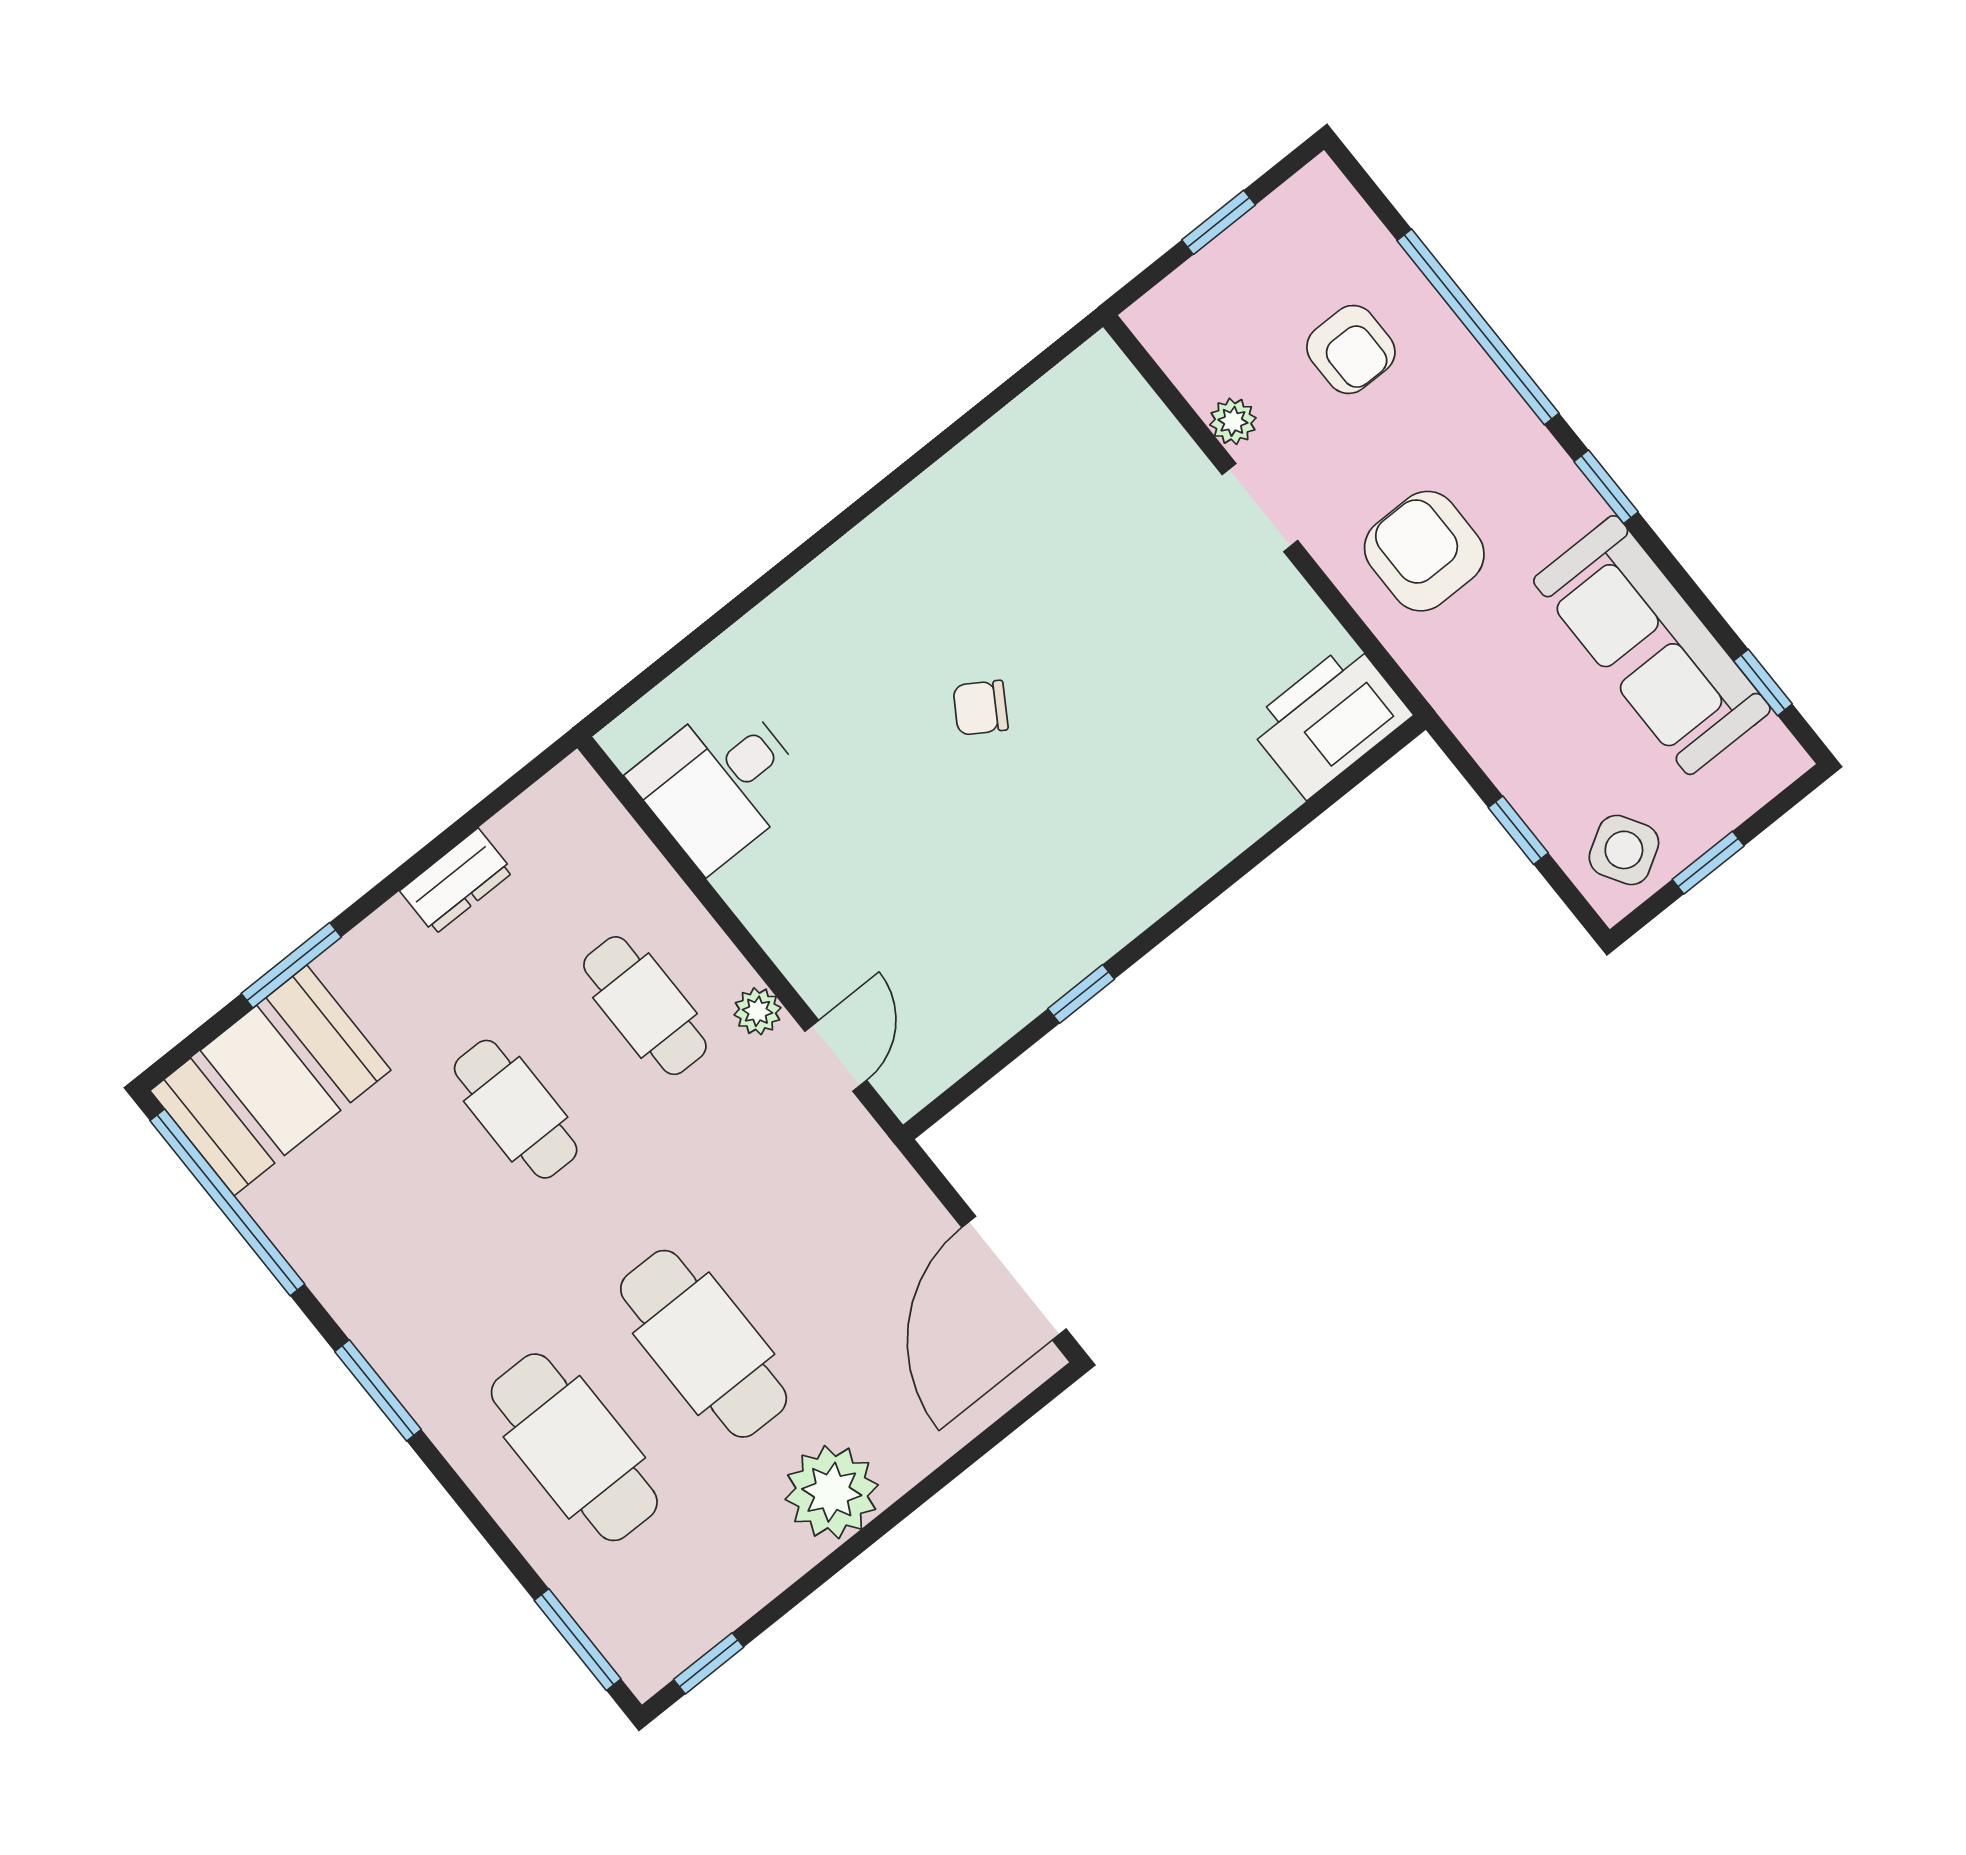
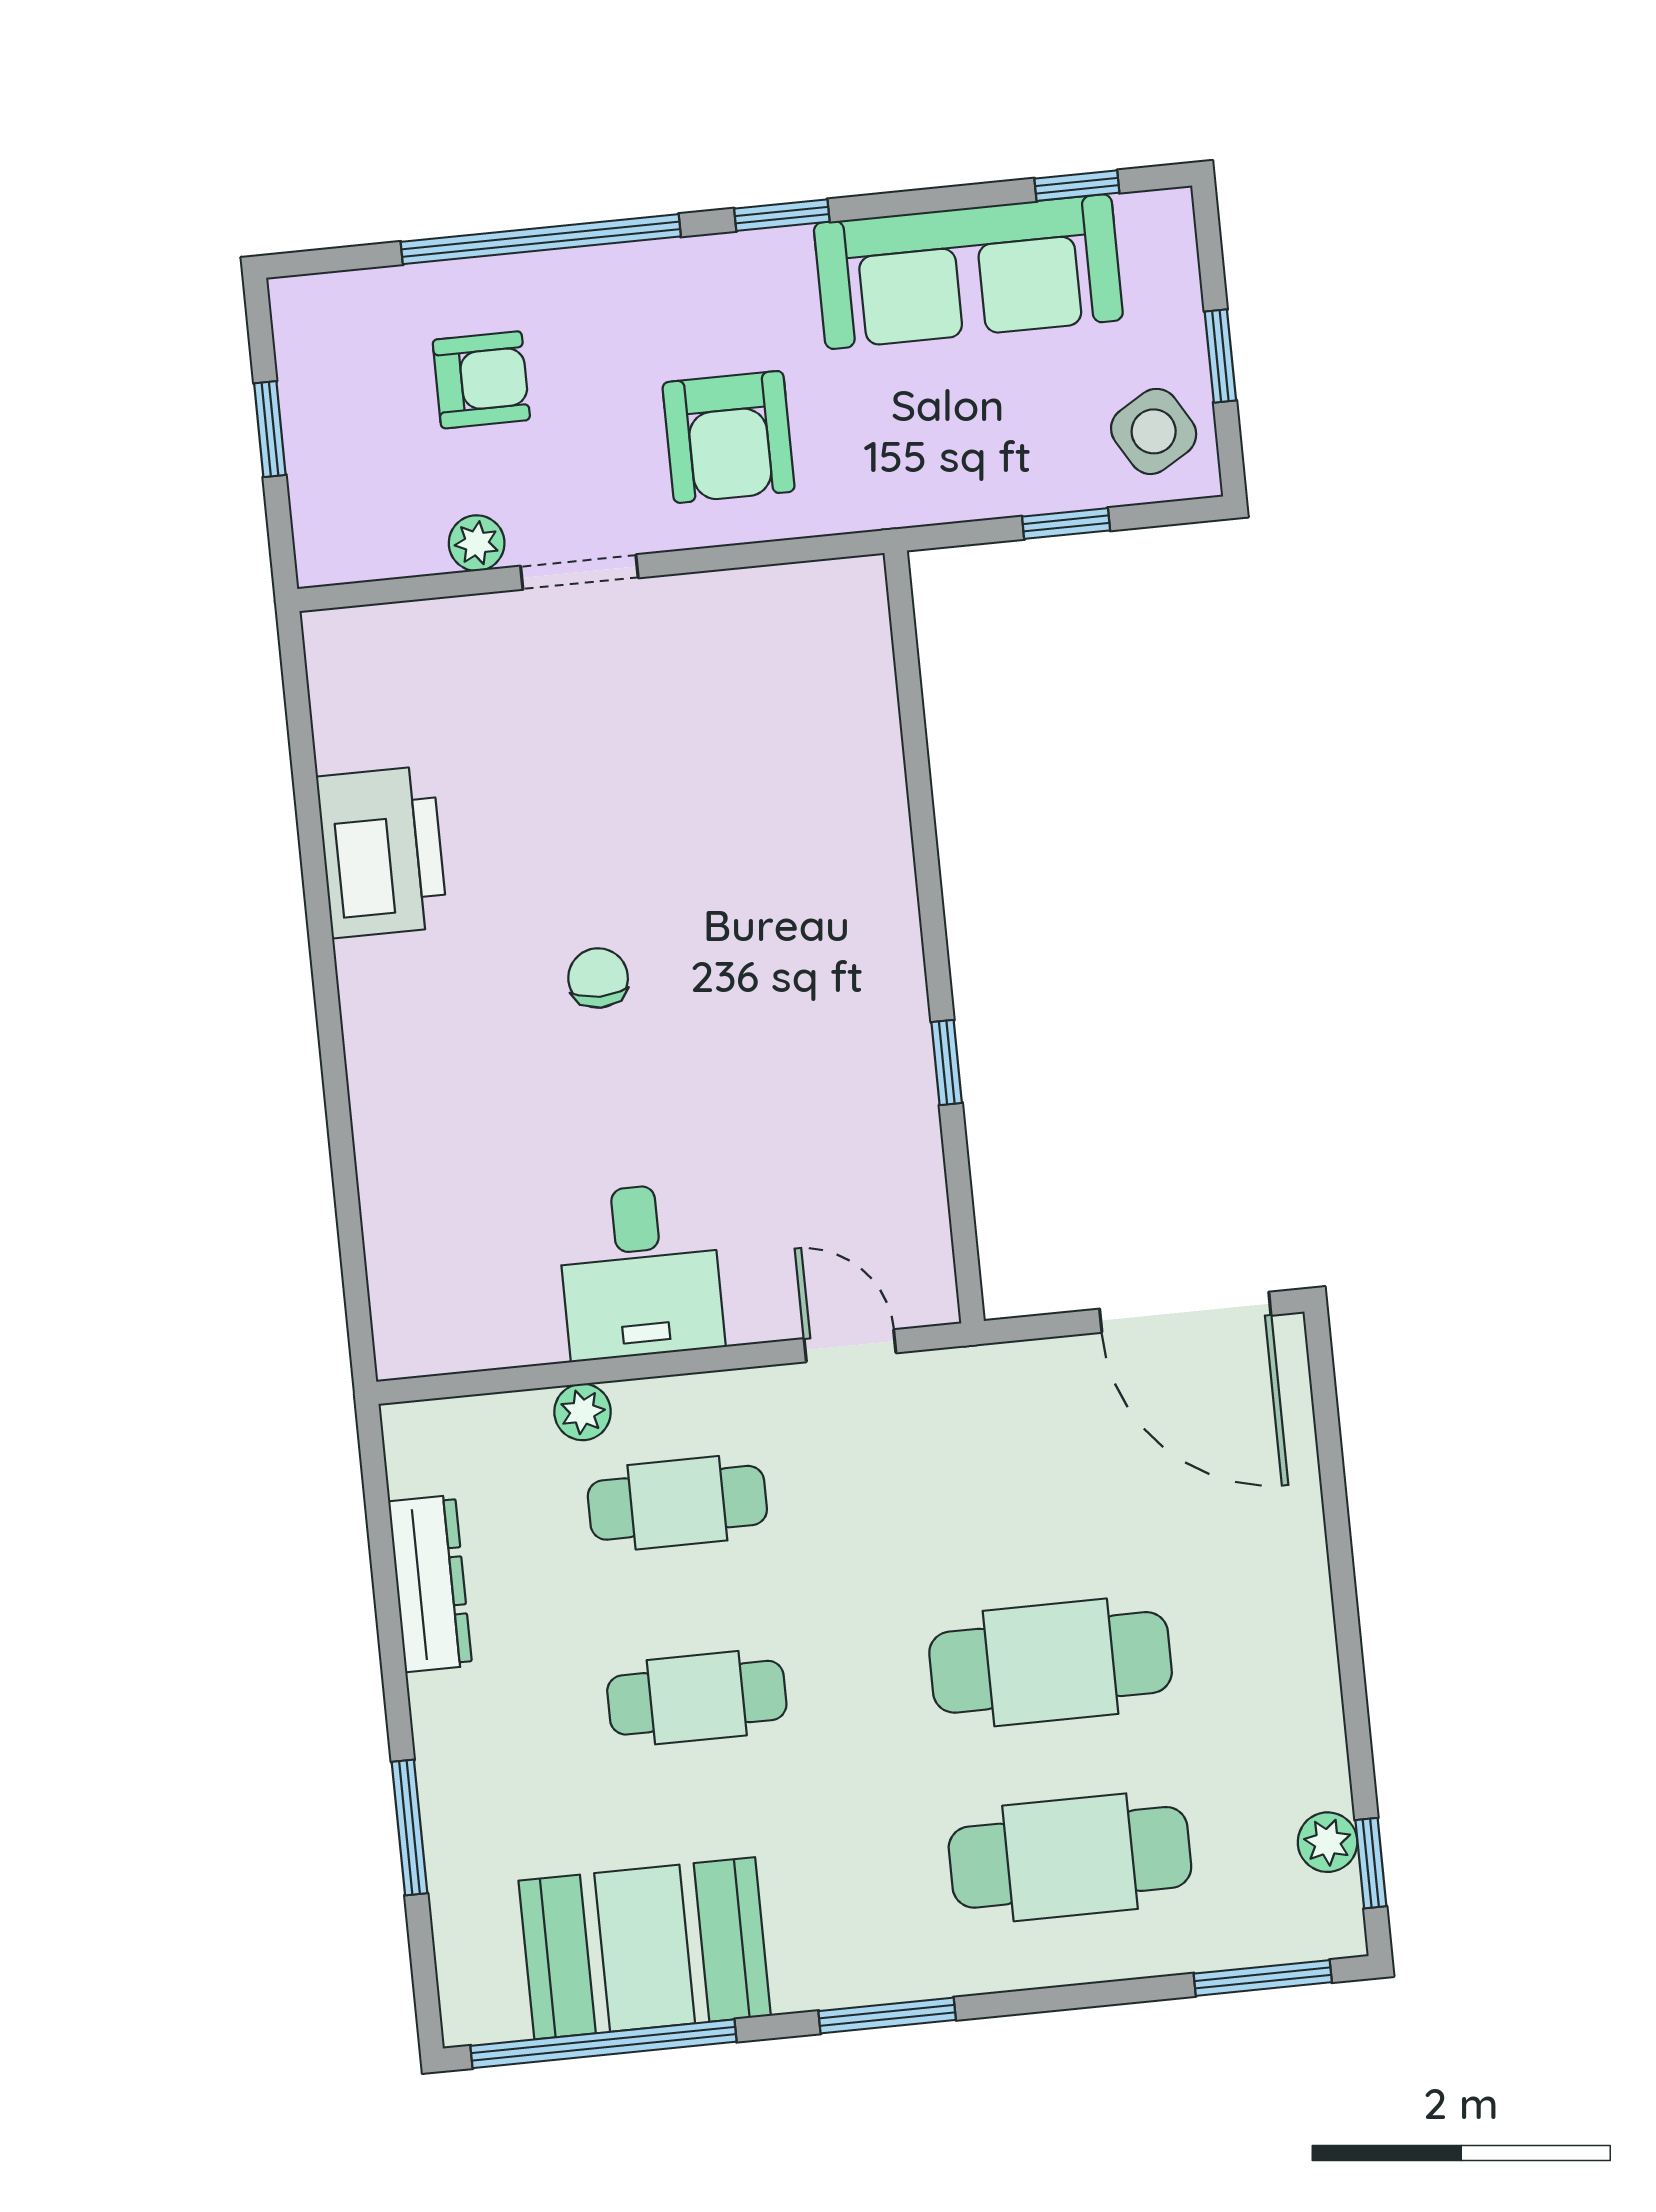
armchair: (1424, 551) -> (729, 437), turned -90
chair: (980, 708) -> (598, 978), turned 148
printer: (1329, 720) -> (382, 852), moved, turned 180
desk: (720, 783) -> (640, 1271), moved
dresser: (457, 881) -> (430, 1584), width x1.44
plant: (758, 1011) -> (583, 1412), moved
booth: (270, 1080) -> (645, 1948), moved, turned 90
plant: (832, 1492) -> (1328, 1842), moved, width x0.53, depth x0.53

